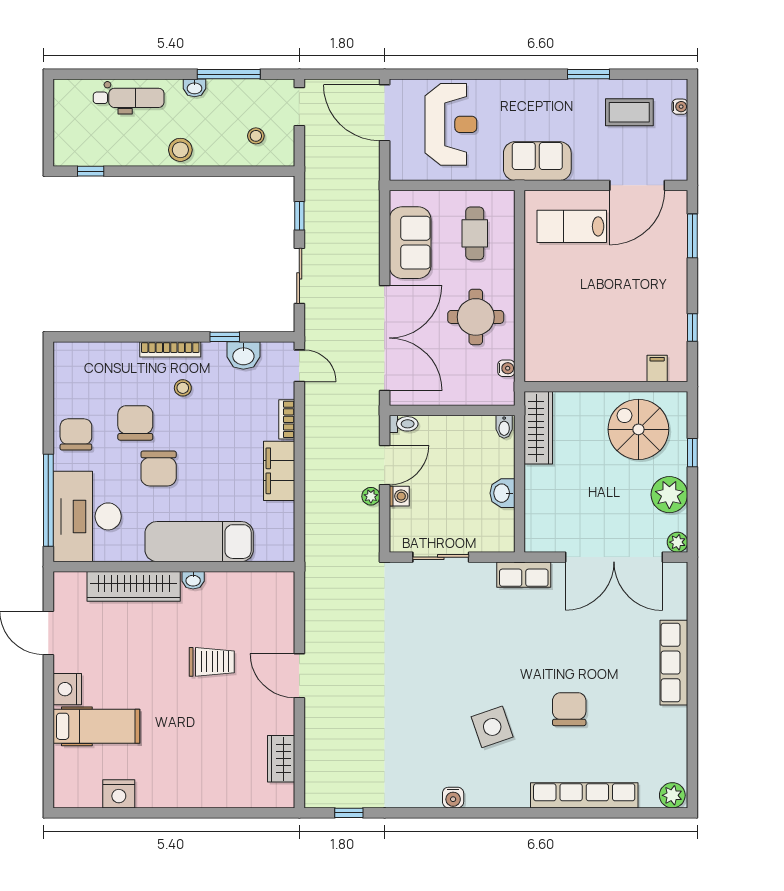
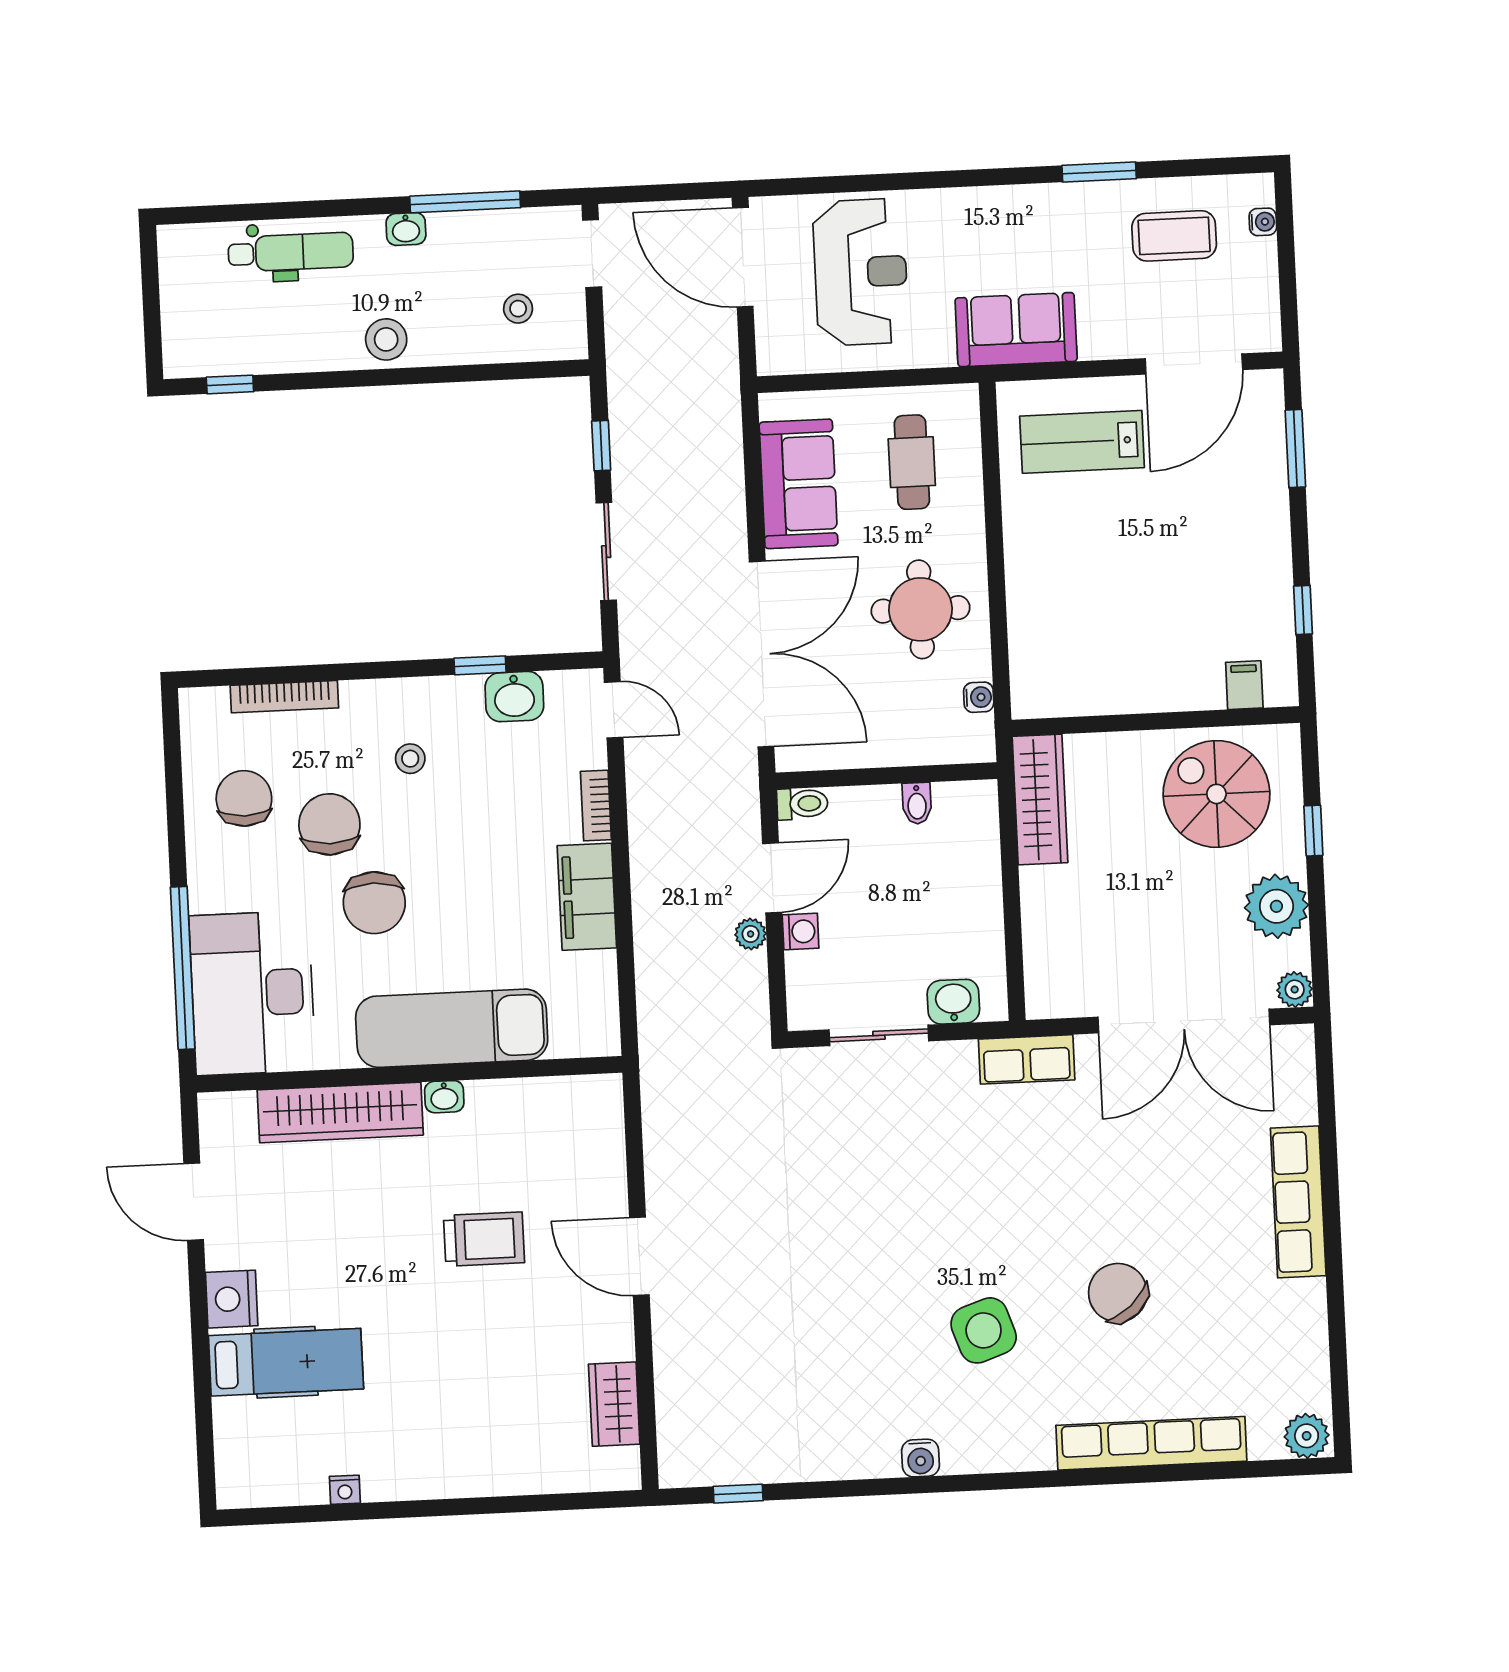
bookcase: (170, 349) -> (284, 697), moved
bidet: (504, 427) -> (917, 803), moved
chair: (76, 434) -> (244, 798), moved
washbasin: (502, 493) -> (953, 1002), moved, turned 90
chair: (569, 709) -> (1118, 1293), turned -42
nightstand: (119, 794) -> (345, 1490), width x0.53, depth x0.56

